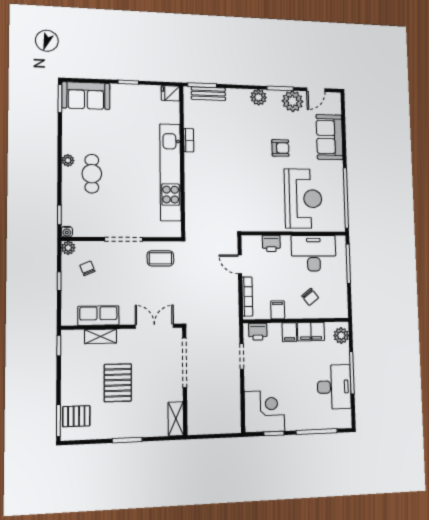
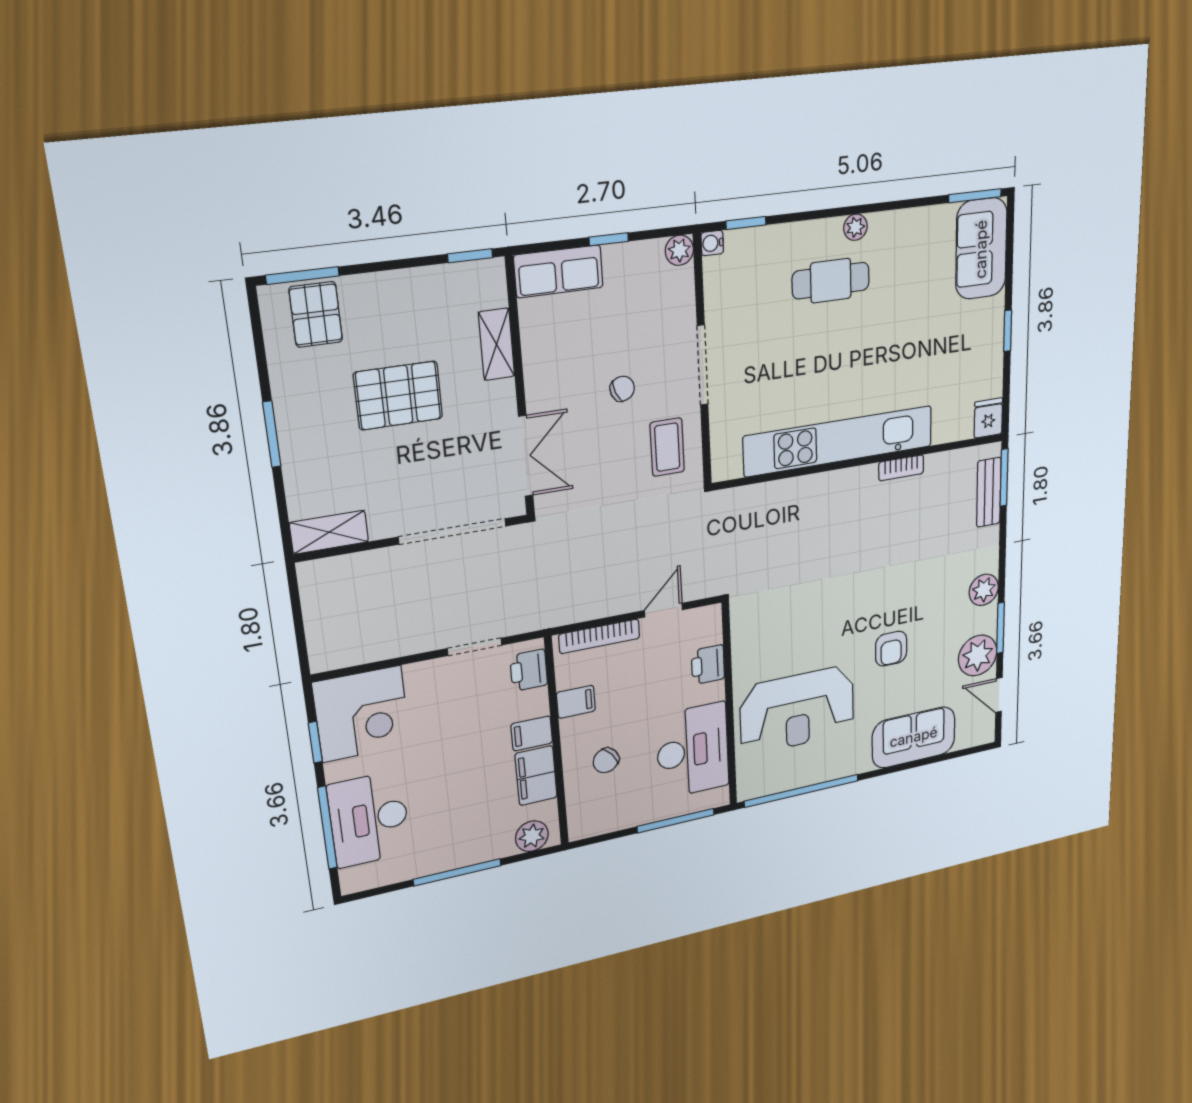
chair: (87, 268) -> (622, 389), moved
row of seats: (98, 316) -> (559, 271), moved, turned 90
desk: (334, 387) -> (369, 819), moved, turned 90

